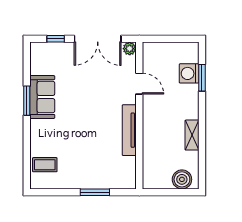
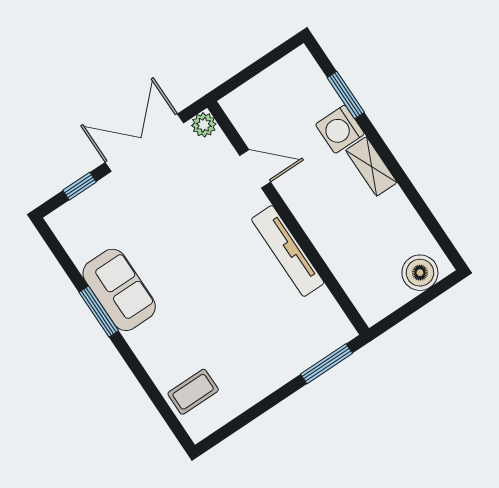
double door: (98, 39) -> (144, 143), swing flipped
washing machine: (189, 73) -> (340, 129), moved
shelving: (192, 135) -> (371, 166), moved
window: (95, 192) -> (327, 364), moved

